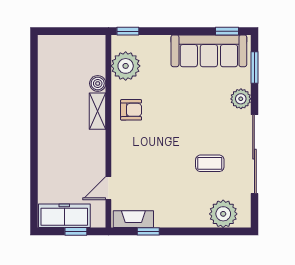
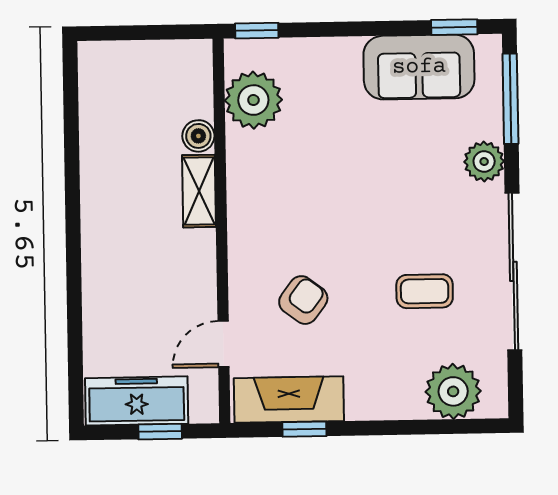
sofa: (209, 51) -> (419, 67), width x0.73
window: (254, 68) -> (510, 99), width x1.44
armchair: (131, 110) -> (303, 300), moved, turned -53
fireplace: (133, 219) -> (289, 400), width x1.37, depth x1.32

